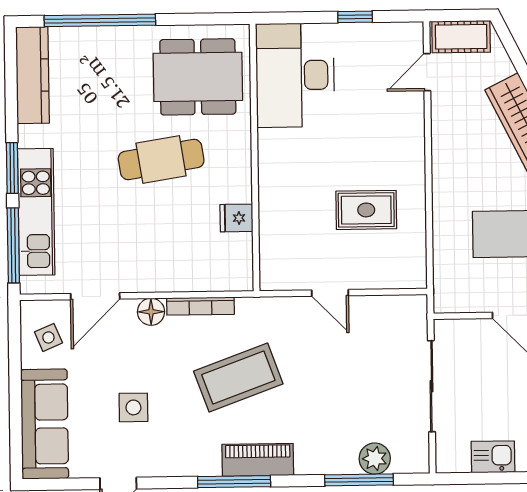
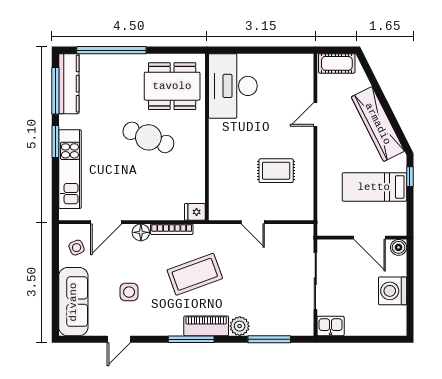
window: (355, 17) -> (271, 50), removed
door: (427, 72) -> (315, 114), moved
cafe table: (161, 160) -> (148, 137), turned 30
fridge: (236, 218) -> (195, 212), moved
window: (13, 245) -> (55, 91), moved
kitchen sink: (493, 457) -> (331, 326), moved
plant: (375, 459) -> (240, 326), moved

